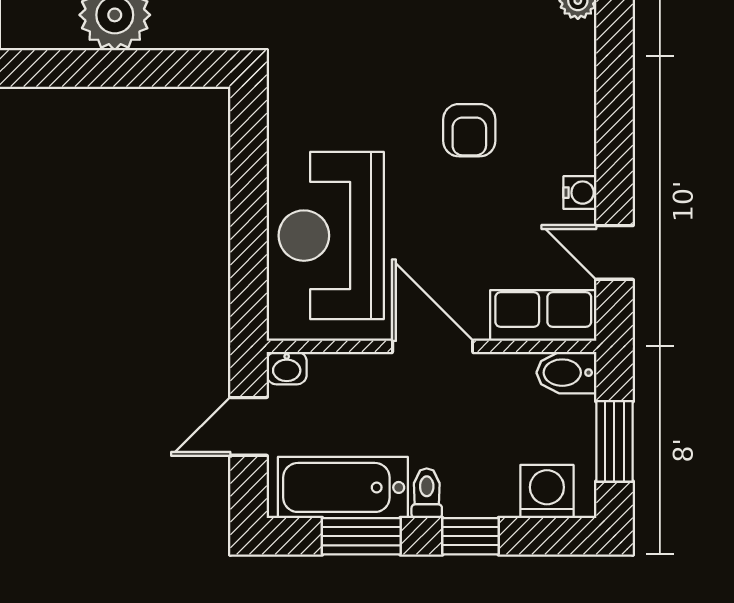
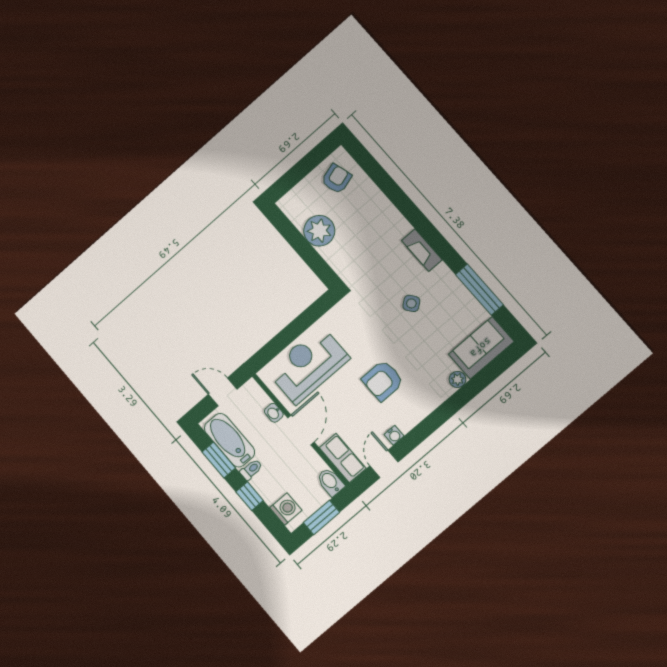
armchair: (469, 130) -> (383, 381), width x1.38, depth x1.38
washbasin: (287, 368) -> (274, 413), moved

